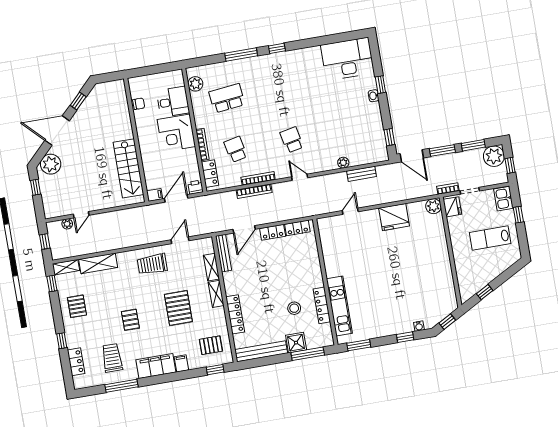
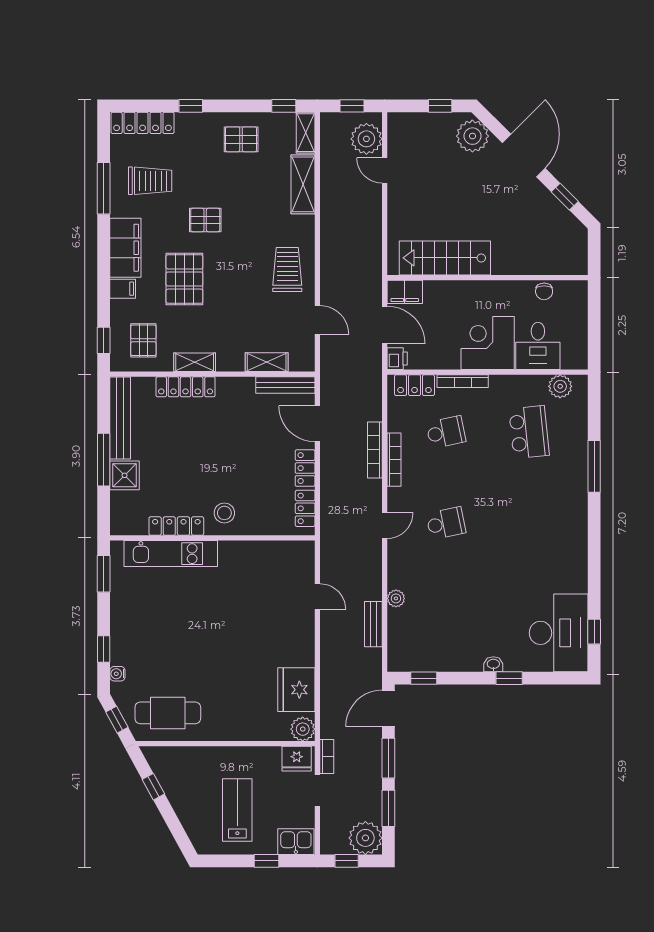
window: (277, 48) -> (594, 632), moved
filing cabinet: (155, 195) -> (405, 292), width x2.00
fridge: (394, 217) -> (296, 690), moved
plant: (67, 224) -> (366, 139), width x1.87, depth x1.87
cafe table: (438, 291) -> (168, 713), added
shelving: (216, 294) -> (195, 362), moved
pallet: (178, 308) -> (184, 279), moved, turned 90
stool: (294, 308) -> (224, 513), moved
window: (308, 354) -> (104, 460), moved
locker: (76, 362) -> (143, 123), width x1.53

